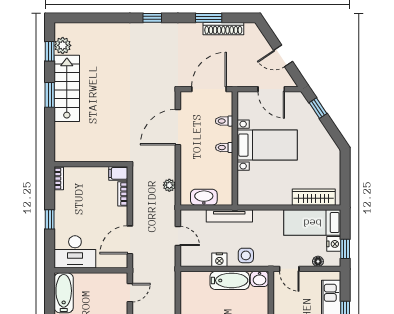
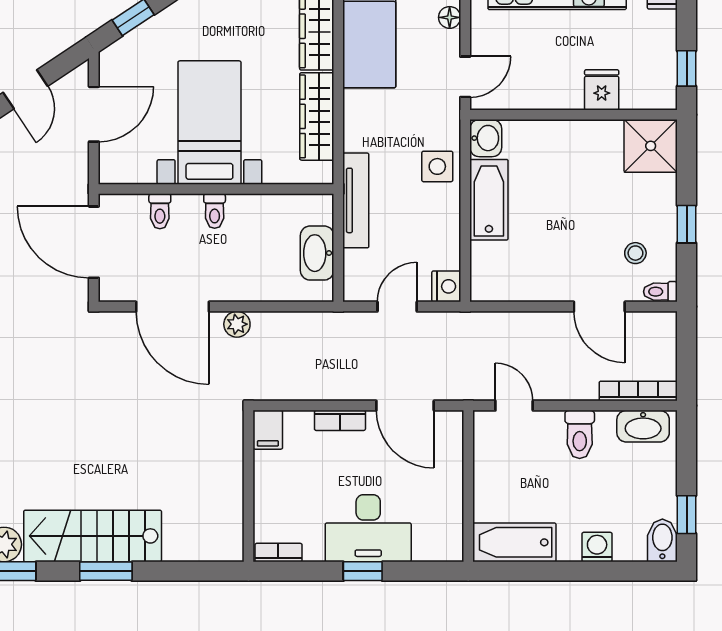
plant: (169, 185) -> (237, 324), moved
bookcase: (123, 194) -> (340, 420), moved
wardrobe: (270, 197) -> (317, 116), added
desk: (75, 252) -> (368, 528), moved, turned 90
nightstand: (219, 260) -> (446, 286), moved

